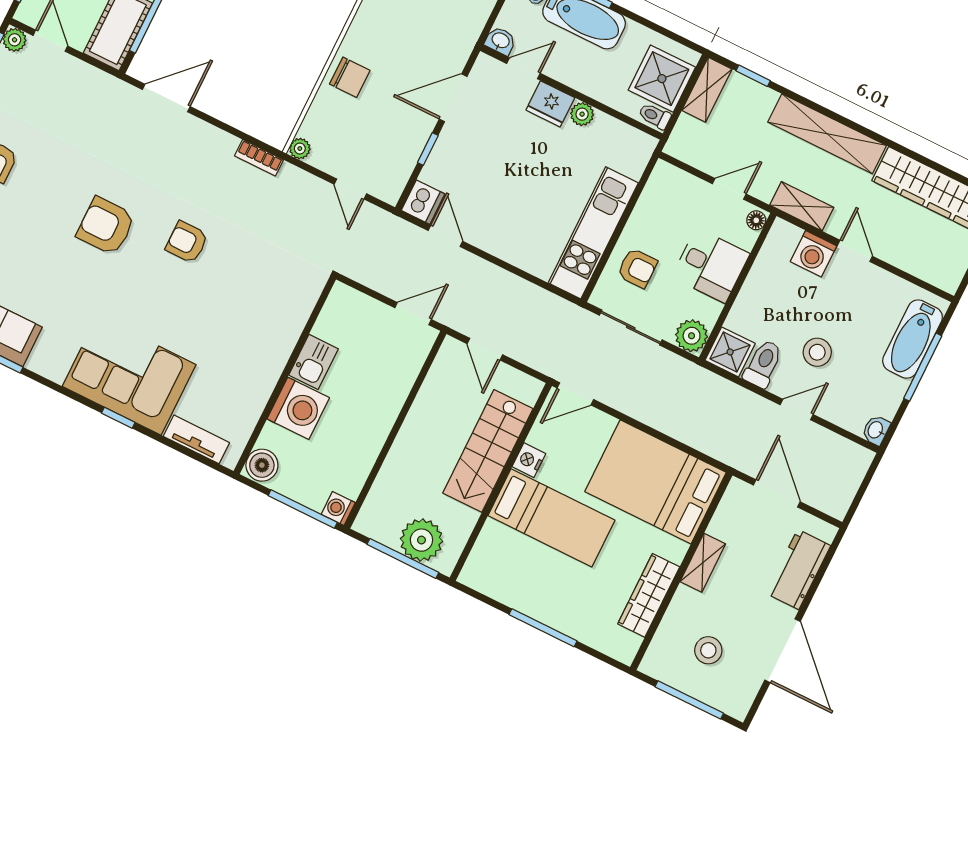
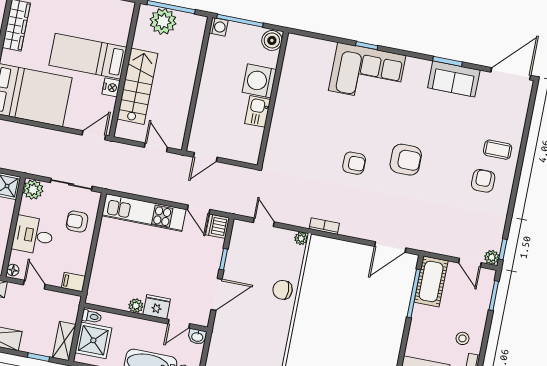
filing cabinet: (668, 177) -> (73, 282), added
door: (729, 189) -> (34, 285), swing flipped
kitchen unit: (593, 233) -> (144, 213), moved, turned 90
tv unit: (196, 439) -> (316, 45), removed

